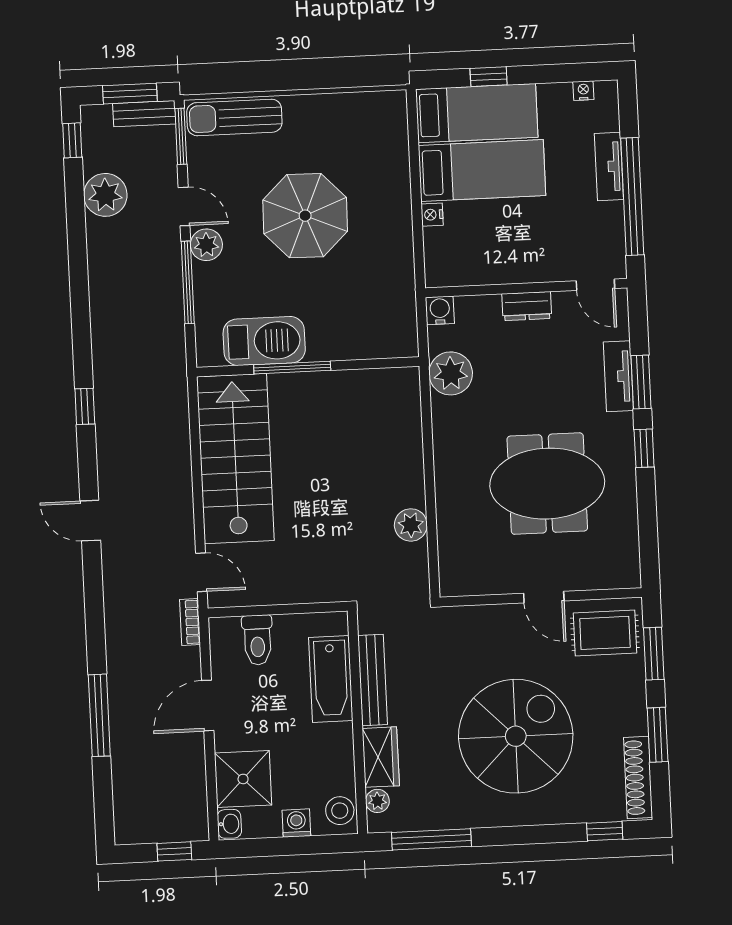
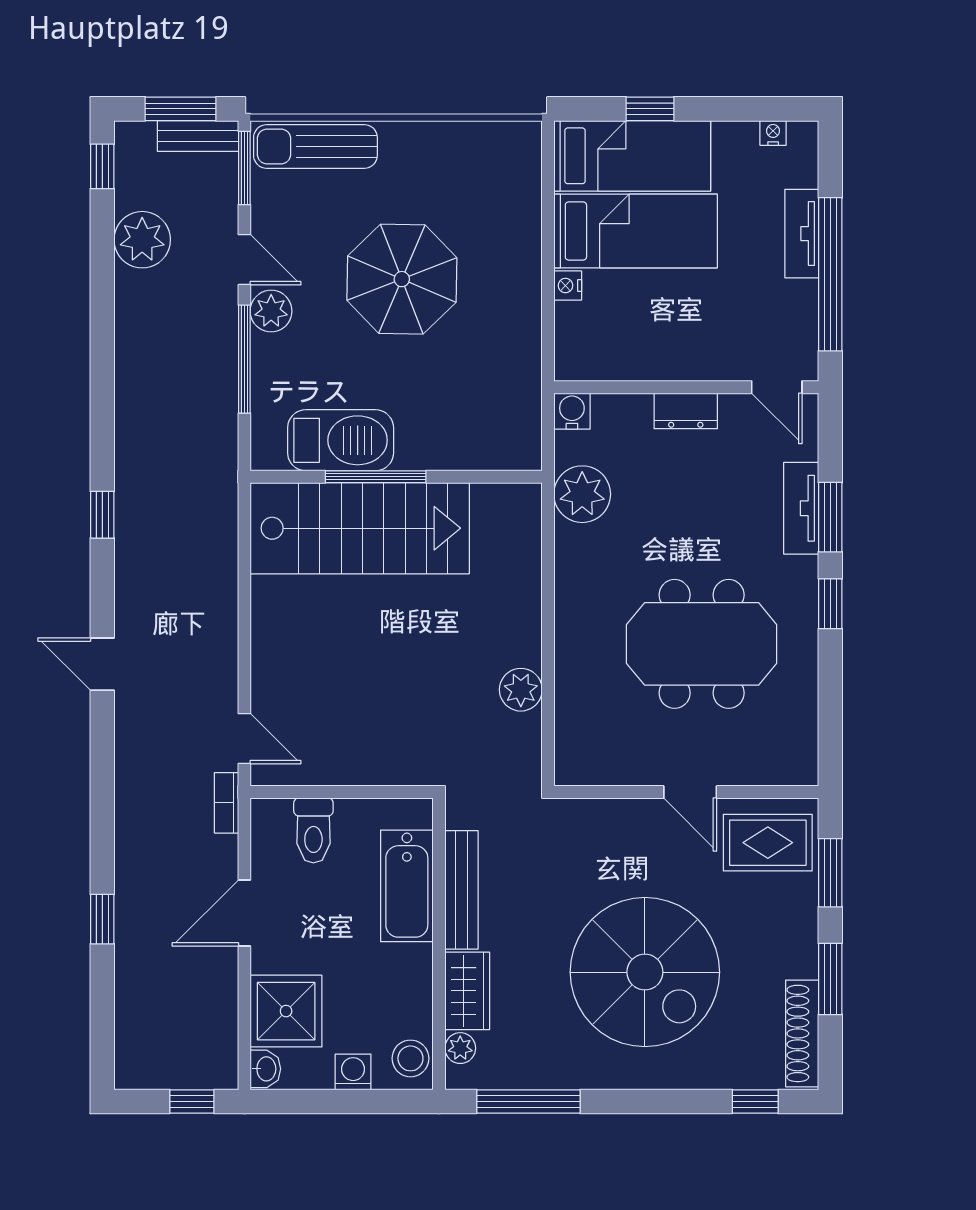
stairs: (235, 459) -> (360, 528), moved, turned 90
window: (99, 715) -> (102, 919), width x0.46
spiral stairs: (516, 736) -> (645, 972), turned 90

